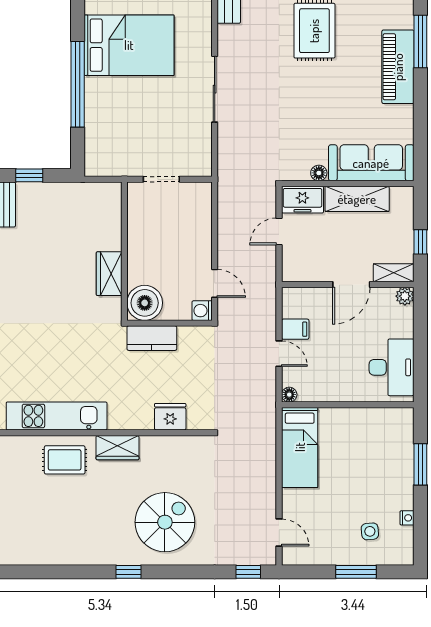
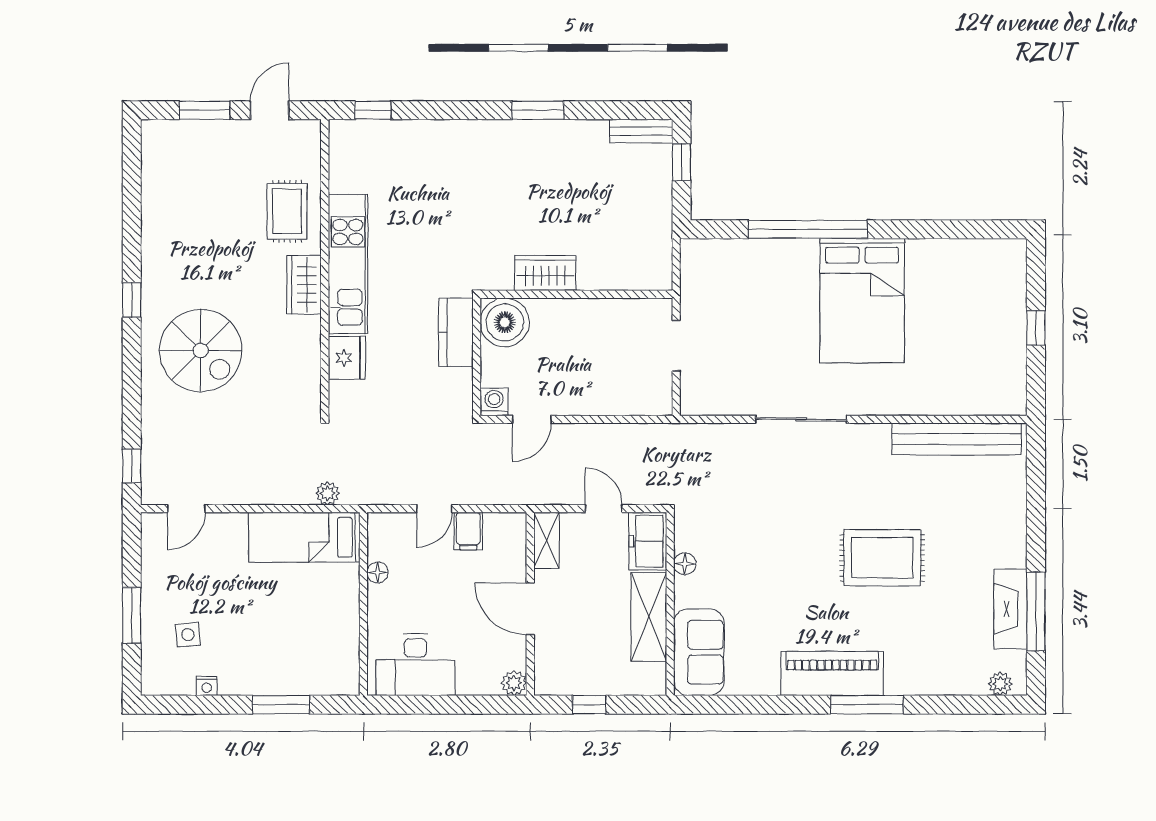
sofa: (371, 163) -> (699, 652), width x0.73
shelving: (394, 273) -> (546, 540), moved
floor lamp: (289, 395) -> (378, 572), moved
kitchen unit: (57, 416) -> (348, 264), moved
plant: (268, 431) -> (328, 493), added

